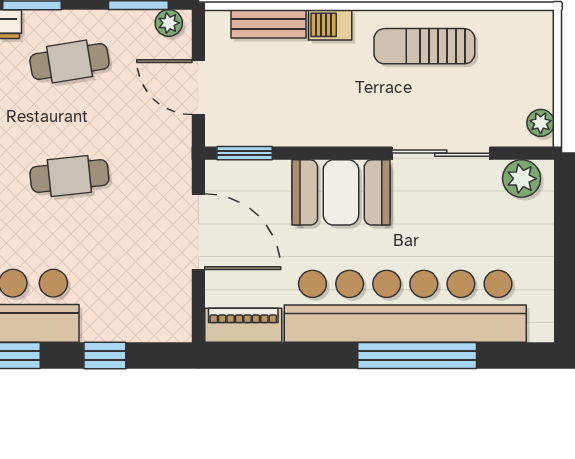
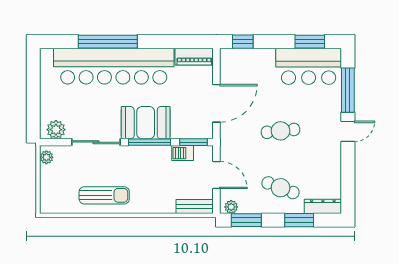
bench: (269, 24) -> (195, 206), moved
barbecue: (330, 25) -> (183, 153), moved, turned 180
cafe table: (69, 62) -> (281, 188), turned 30
window: (333, 153) -> (149, 142), added
door: (198, 232) -> (216, 103), swing flipped
window: (105, 355) -> (243, 42), moved

